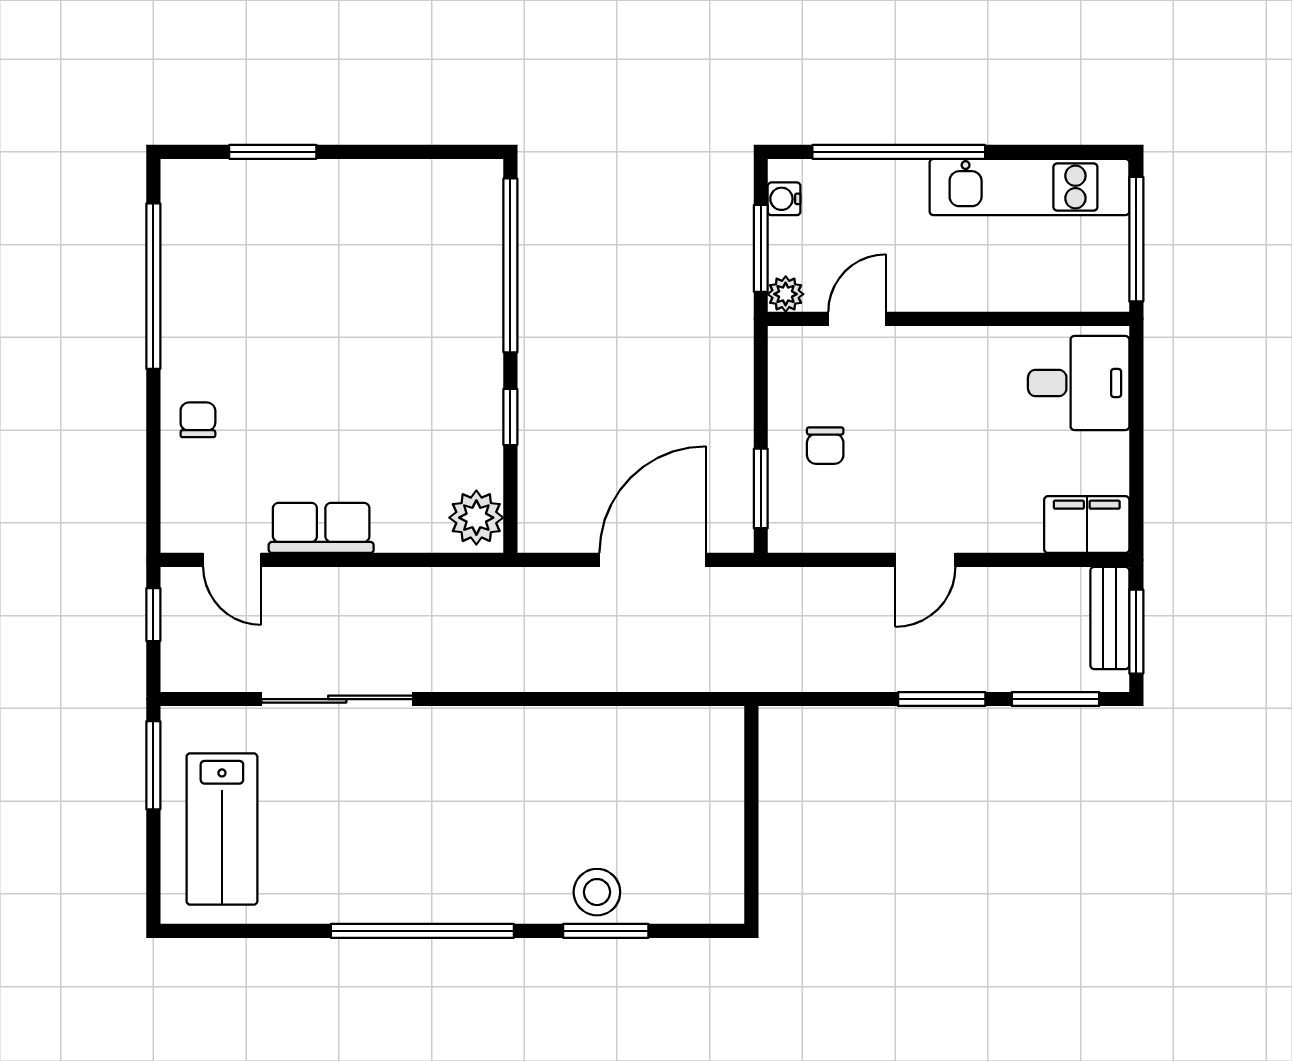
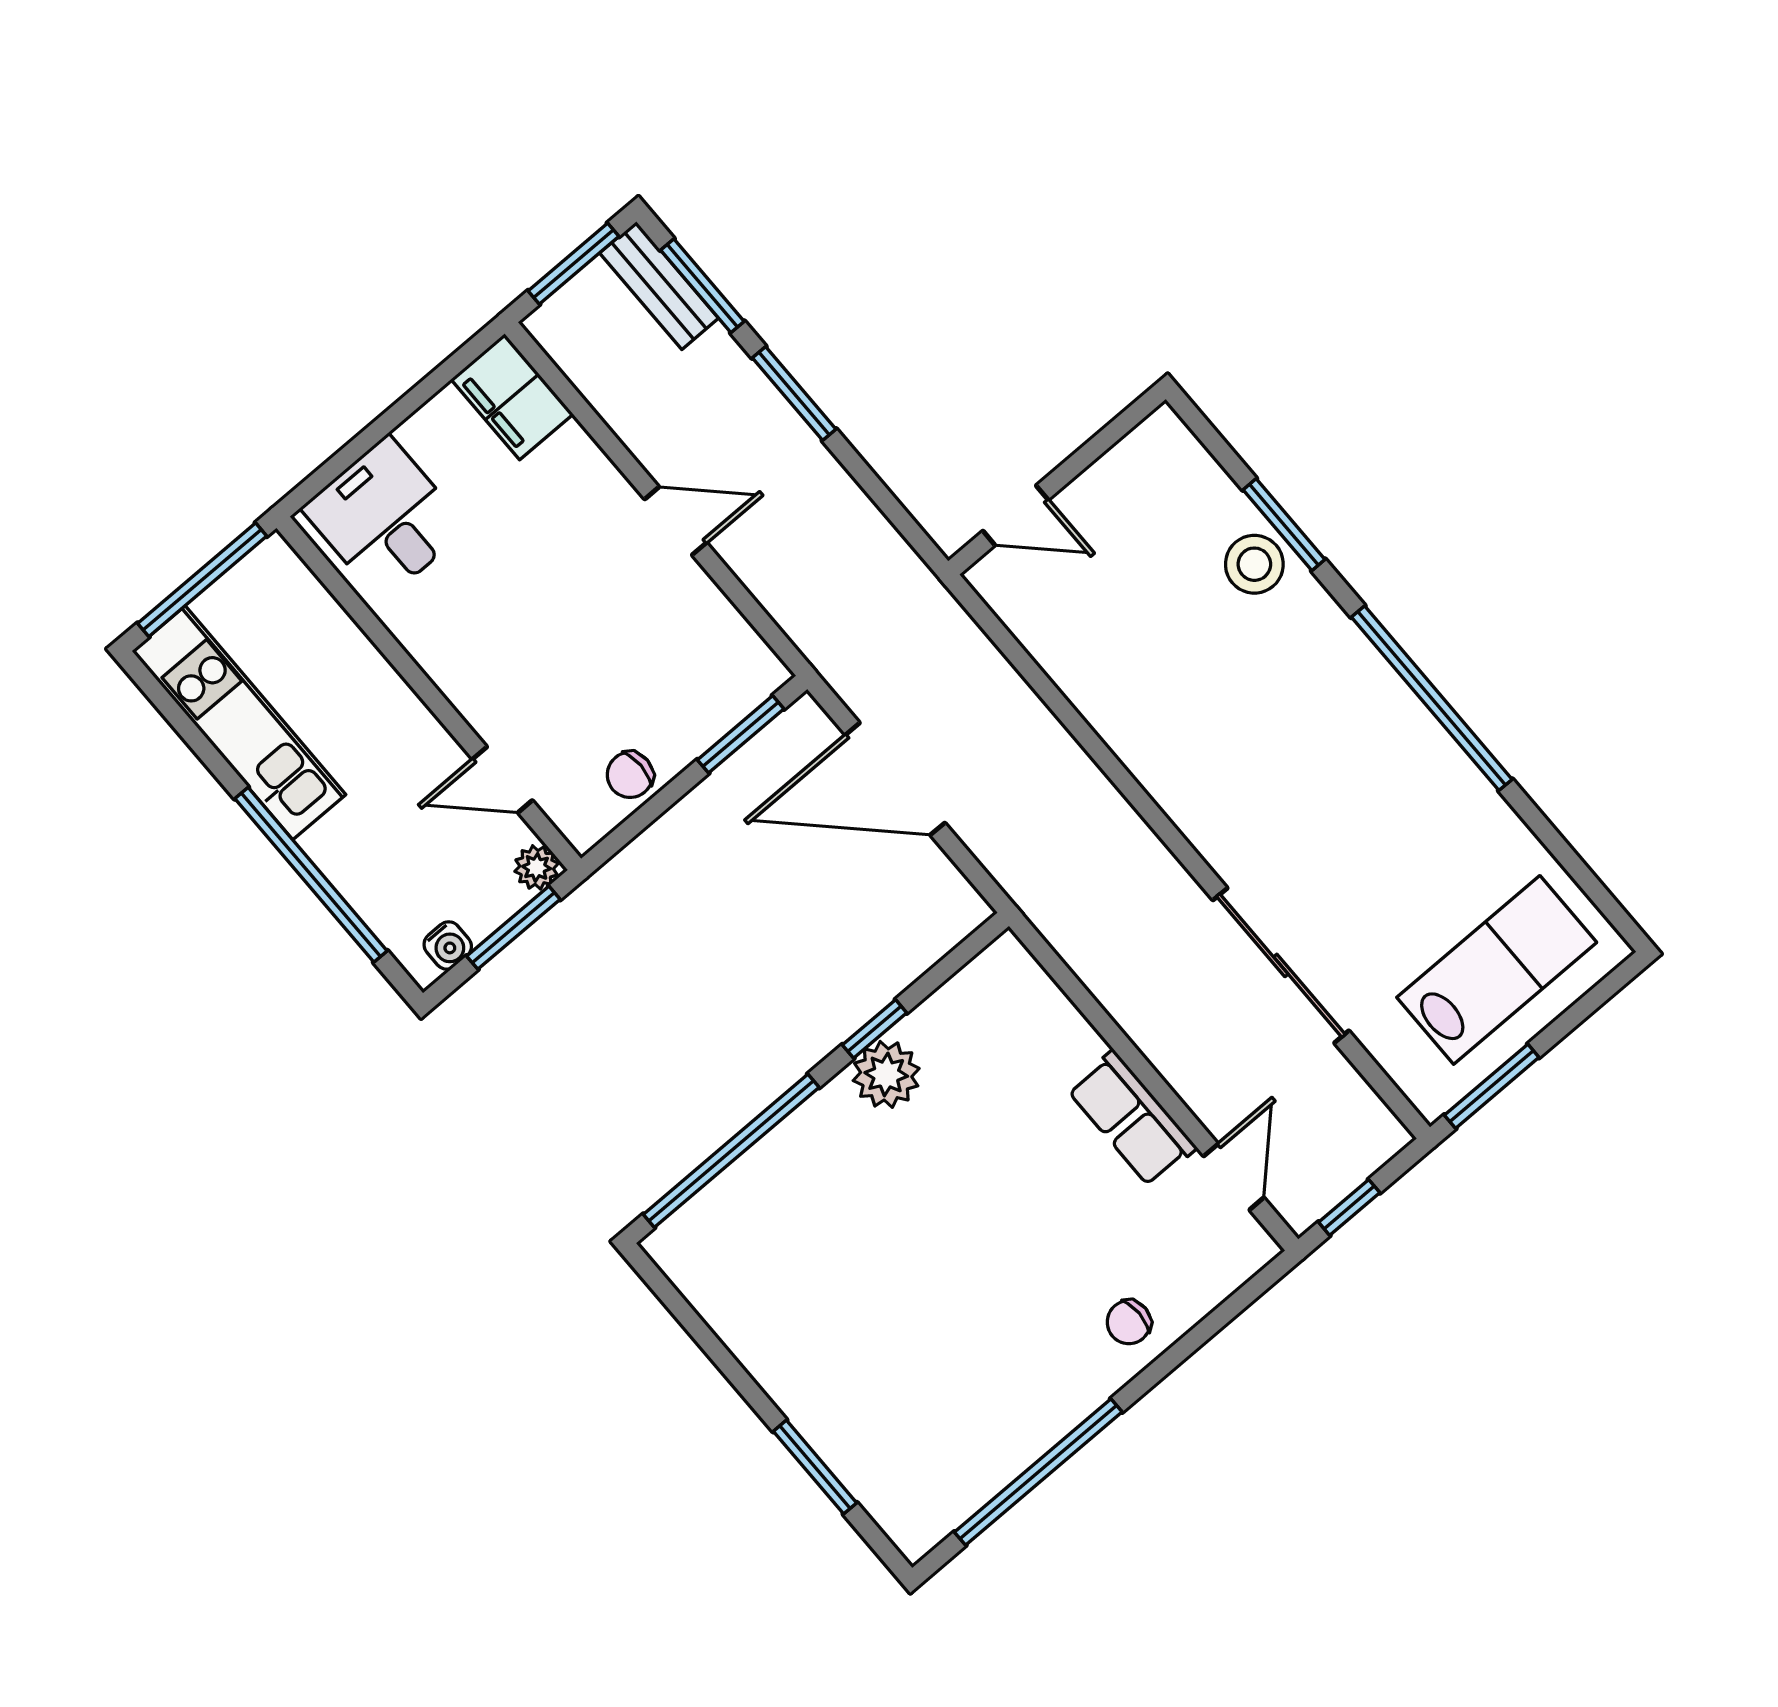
chair: (825, 446) -> (630, 775), moved, turned 180
plant: (476, 518) -> (886, 1074), moved
bench: (1110, 618) -> (659, 286), moved, turned 90
door: (751, 771) -> (1016, 515), added

